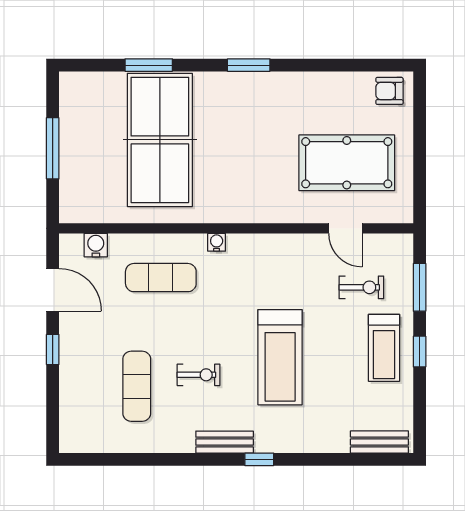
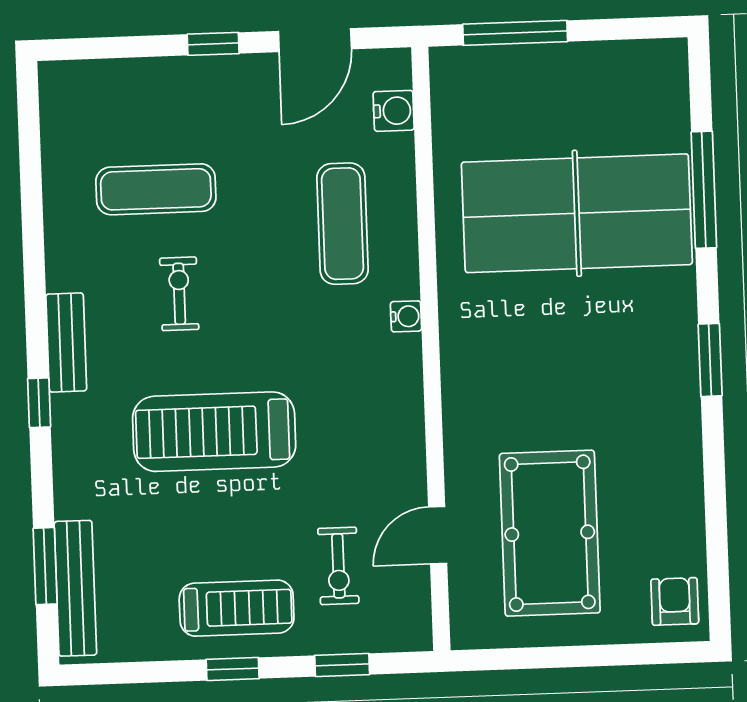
window: (149, 65) -> (704, 190), width x1.44
window: (53, 148) -> (515, 33), moved
window: (420, 287) -> (342, 665), width x0.67
treadmill: (384, 348) -> (237, 608), turned 180
exercise bike: (198, 375) -> (179, 294), turned 180
bench: (379, 442) -> (75, 588), width x1.36
window: (355, 459) -> (45, 566), added

